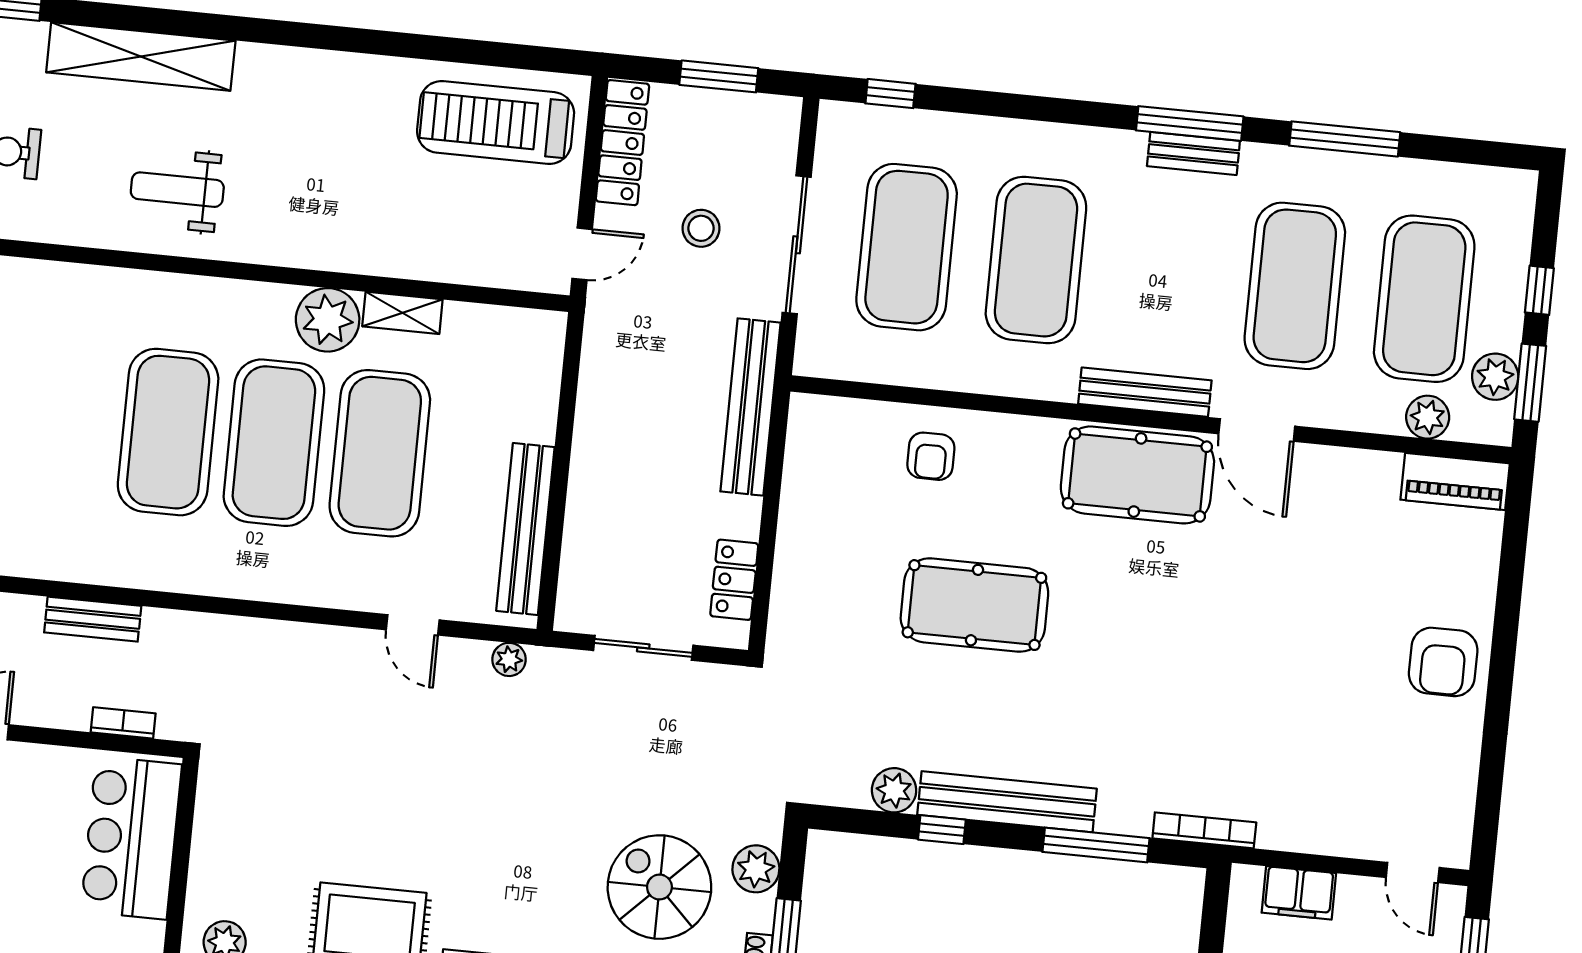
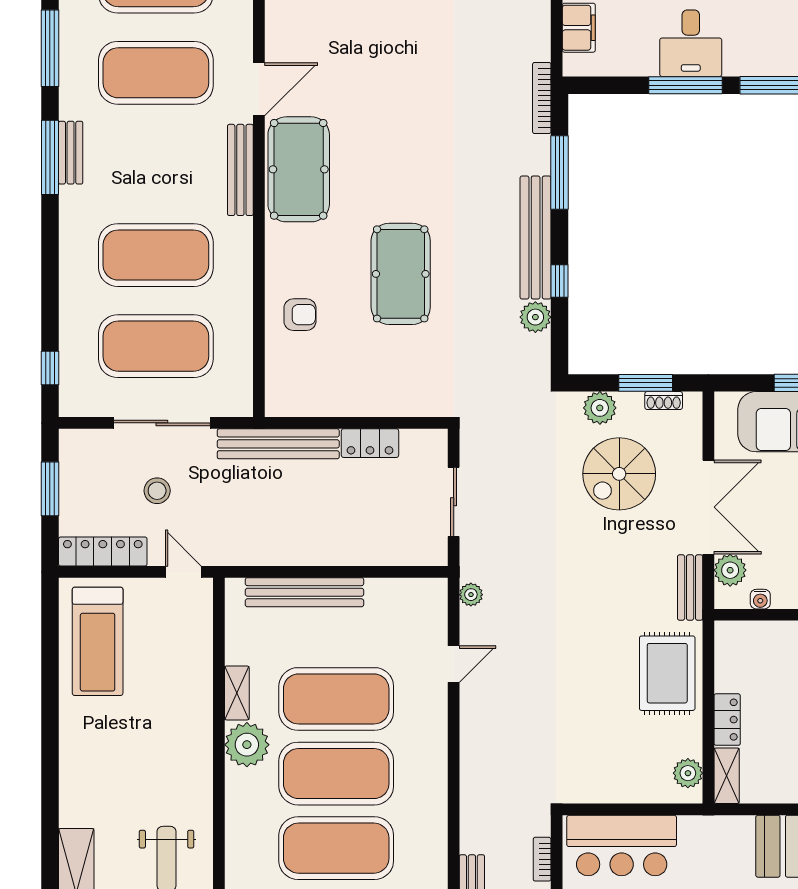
bench: (525, 529) -> (304, 592), moved
locker: (734, 580) -> (370, 443), moved

